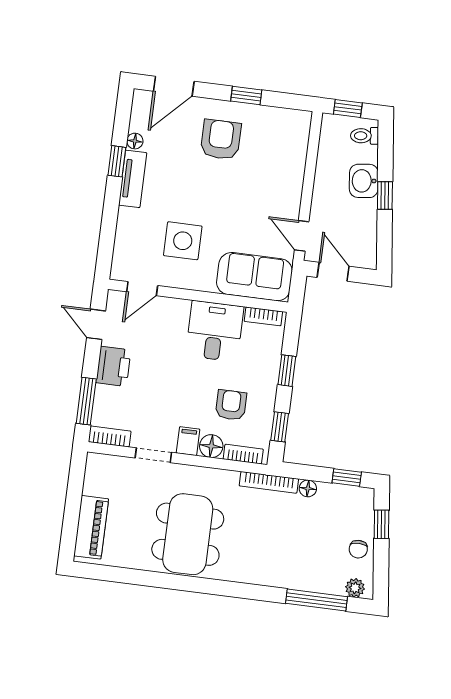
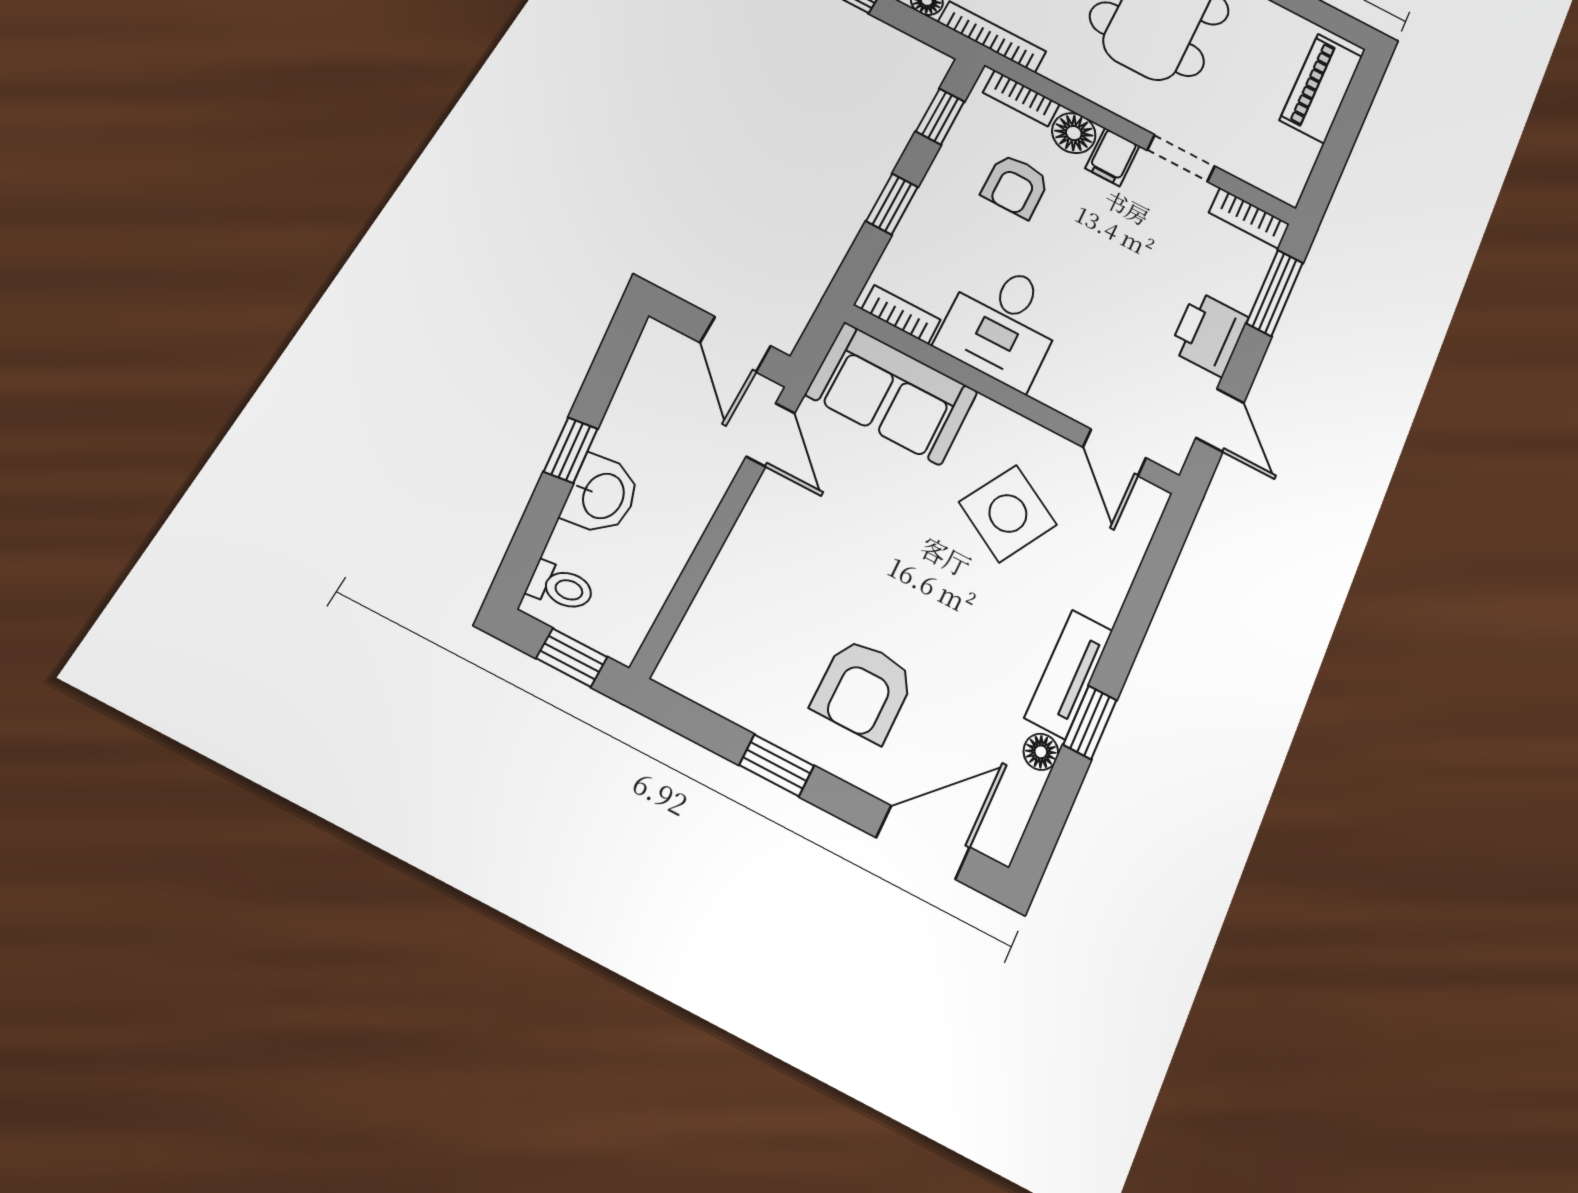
side table: (183, 241) -> (1008, 513), turned 30
door: (142, 289) -> (1114, 453), swing flipped

